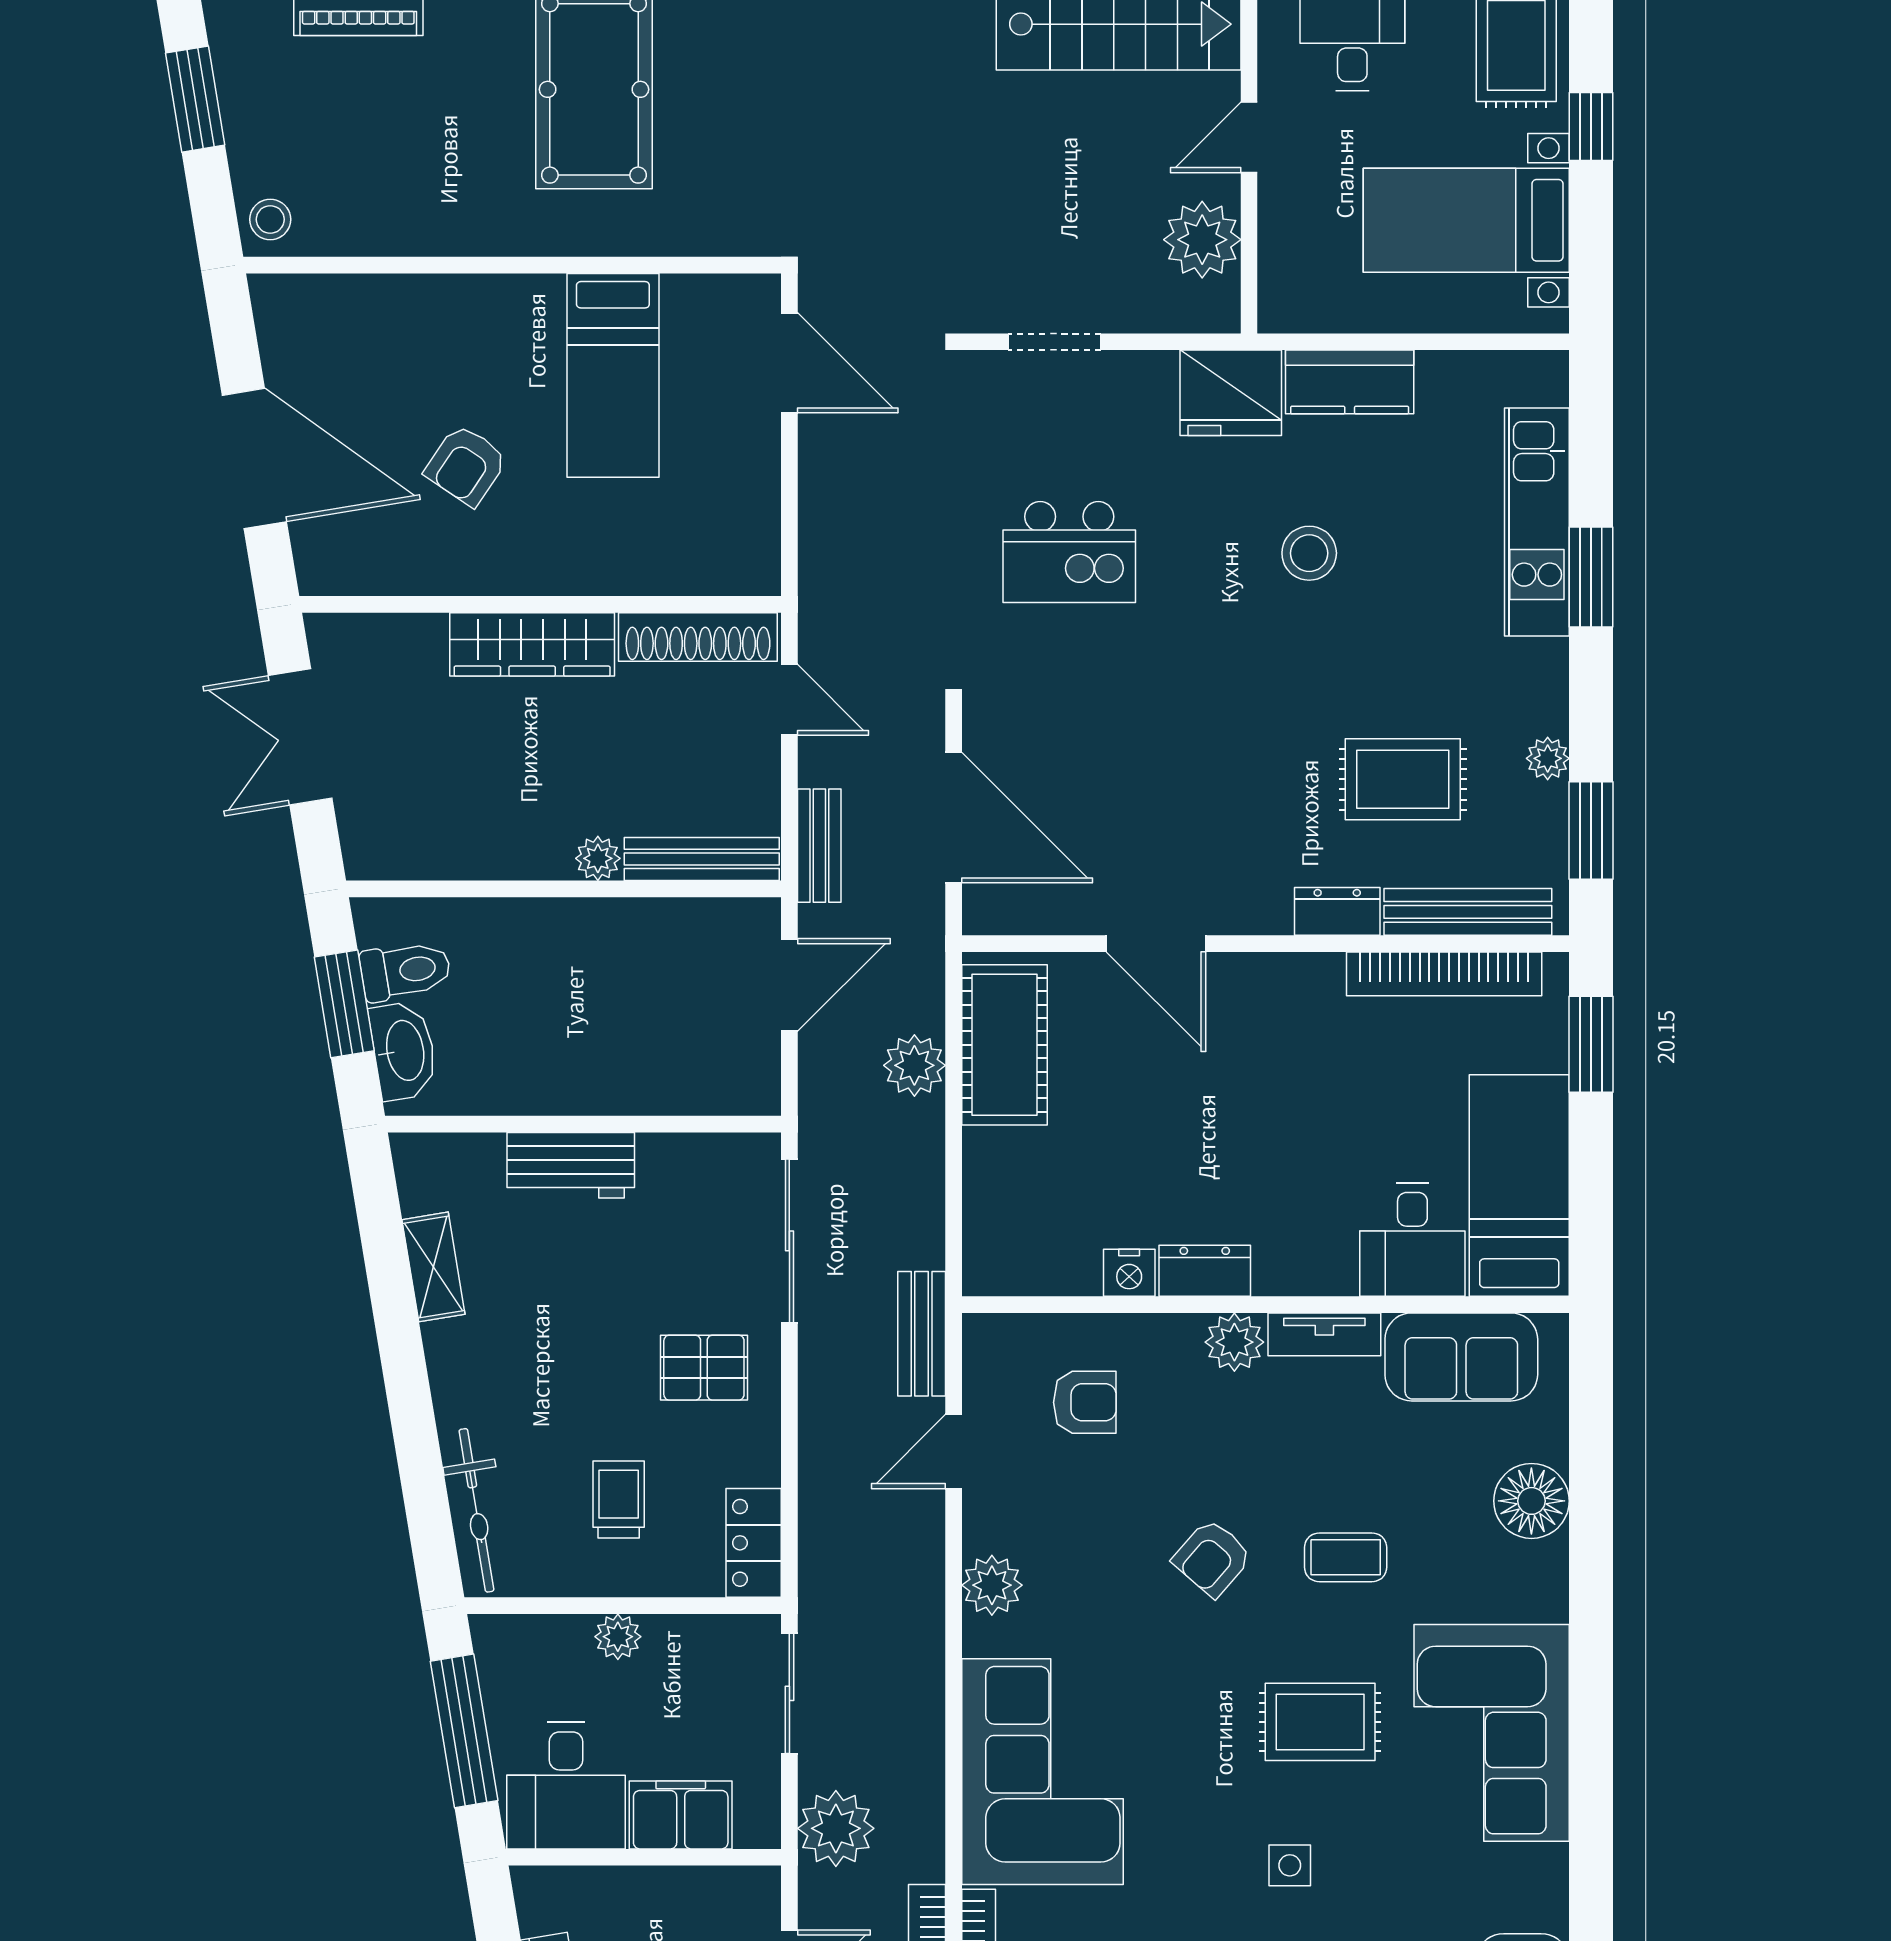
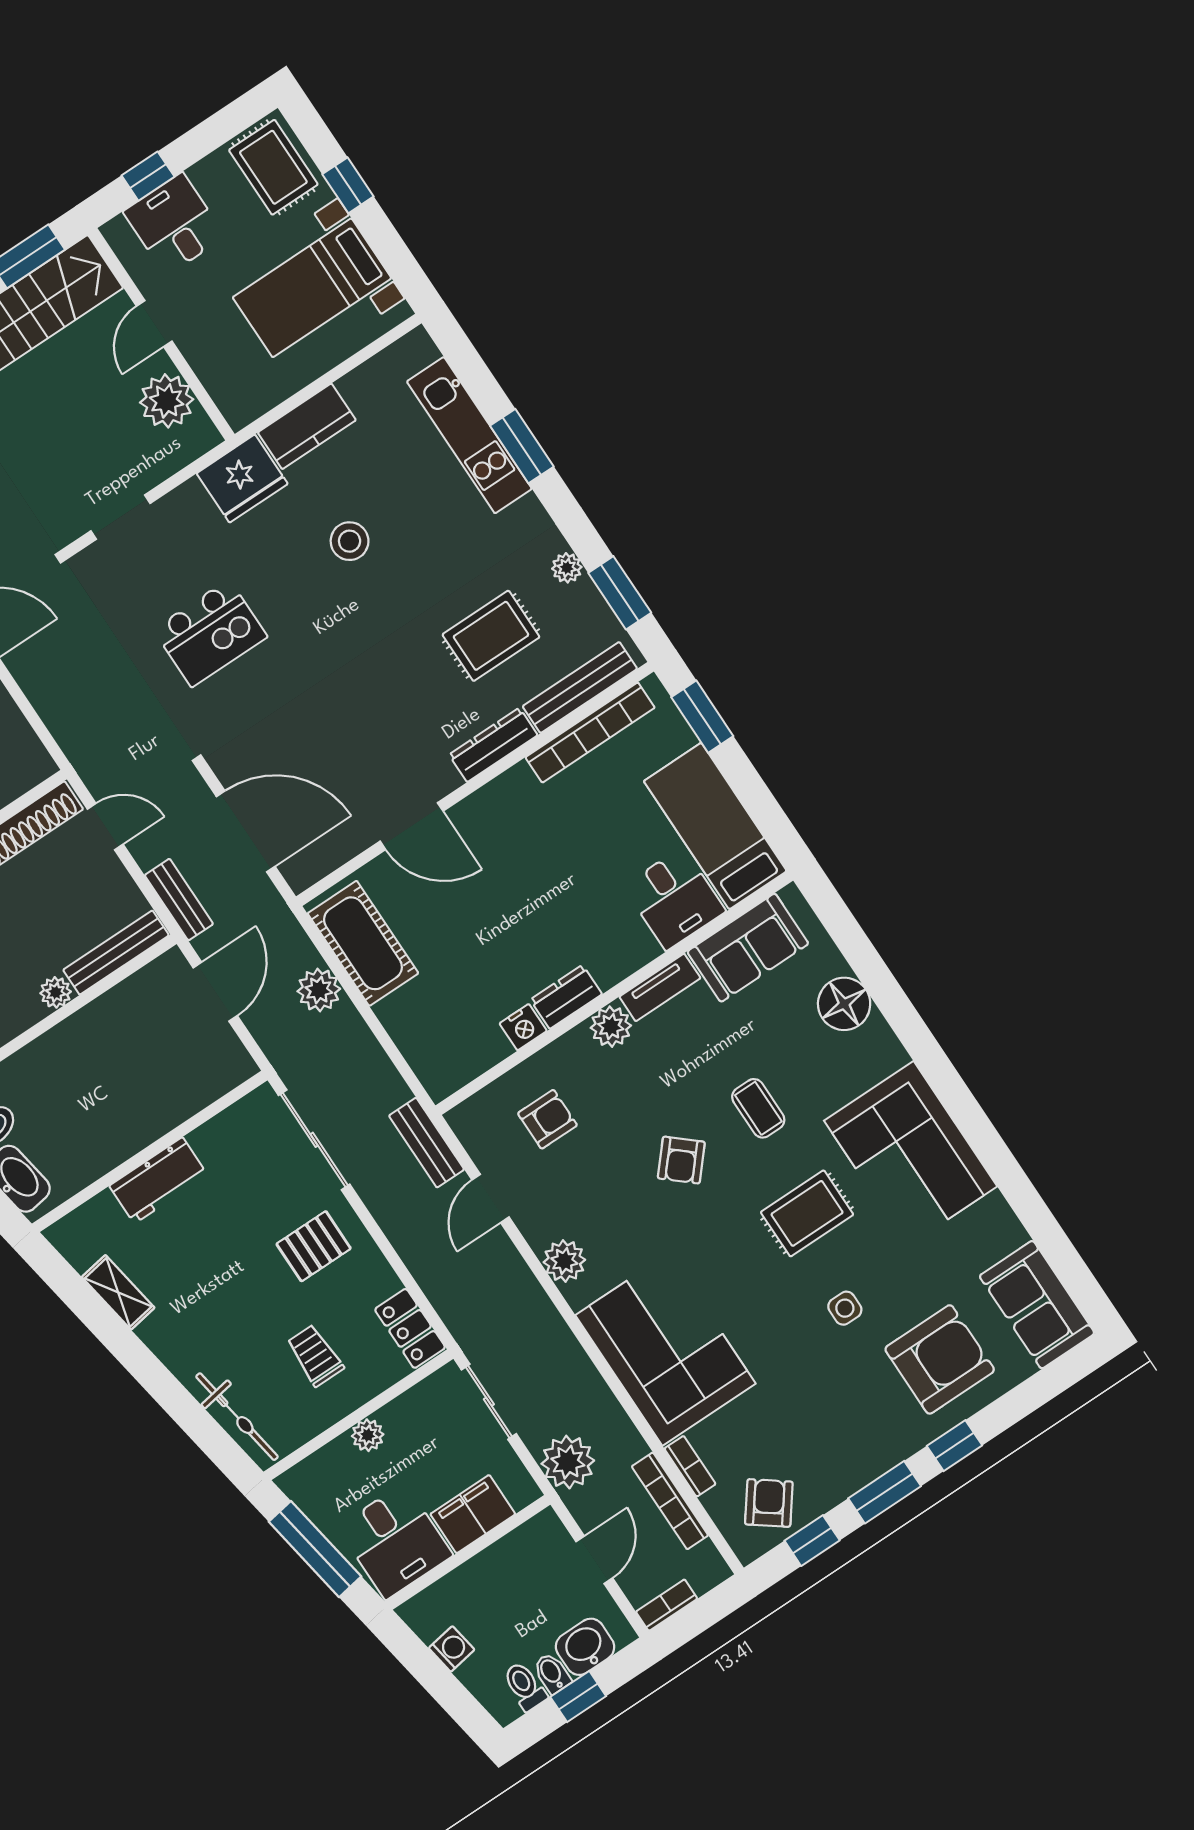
dresser: (1337, 911) -> (493, 745), width x1.44
coffee table: (1346, 1557) -> (758, 1108), turned 90

